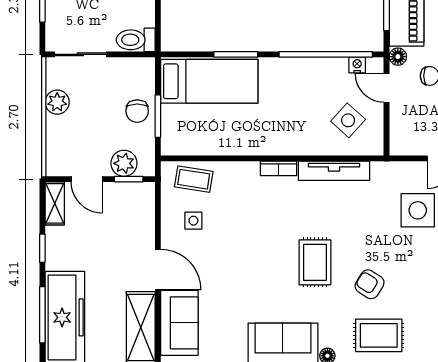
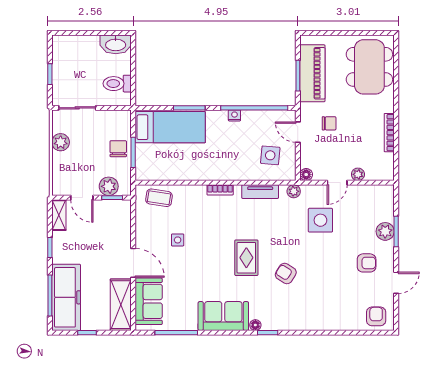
toilet: (136, 40) -> (117, 84), moved
floor lamp: (398, 57) -> (306, 175), moved
nightstand: (357, 65) -> (234, 115), moved
chair: (137, 111) -> (118, 149), turned 180
side table: (348, 120) -> (270, 155), turned -37
plant: (381, 170) -> (294, 191), added
tv unit: (334, 171) -> (260, 192), width x0.71
side table: (193, 221) -> (178, 240), moved
rug: (379, 335) -> (292, 310), removed

